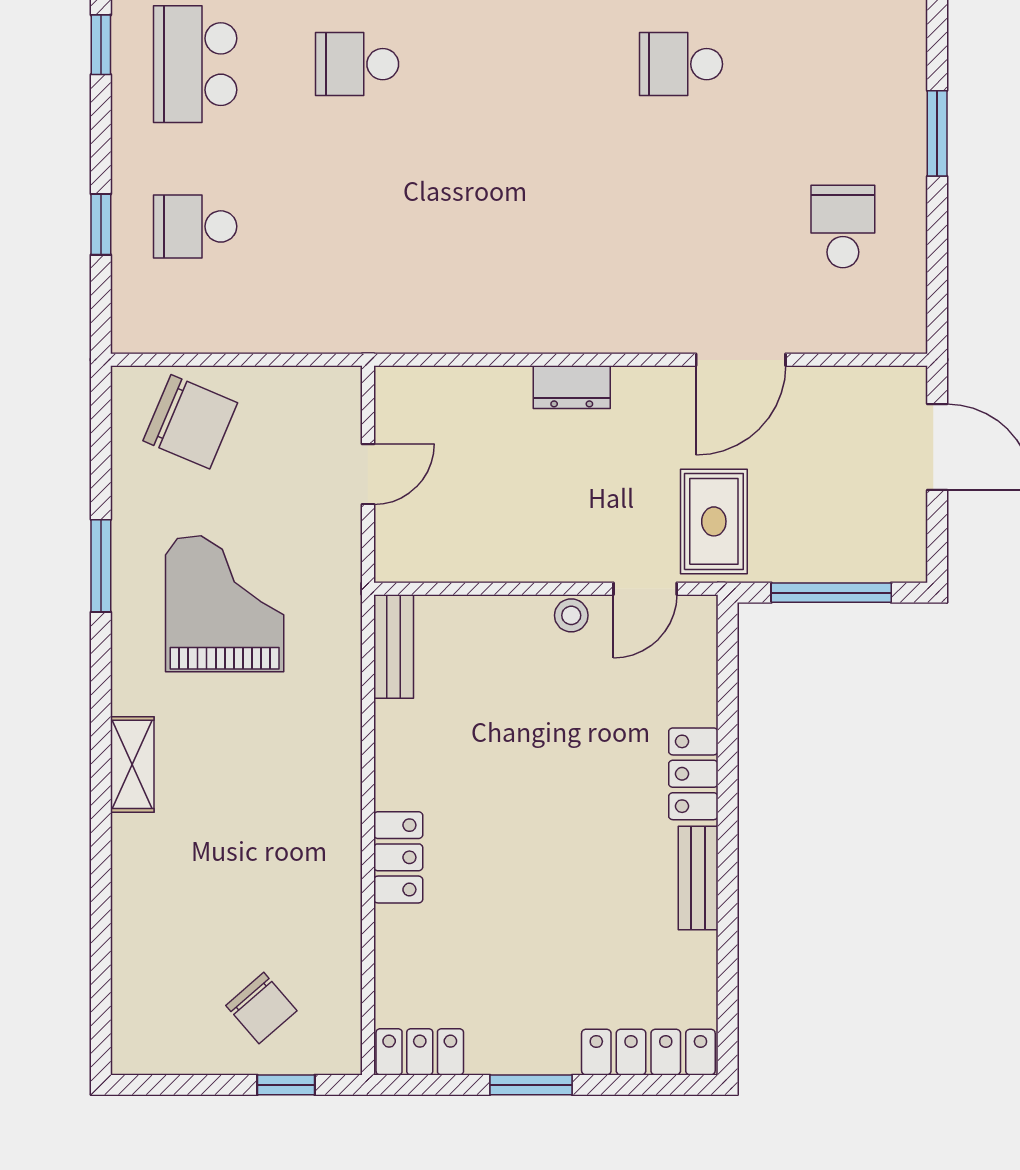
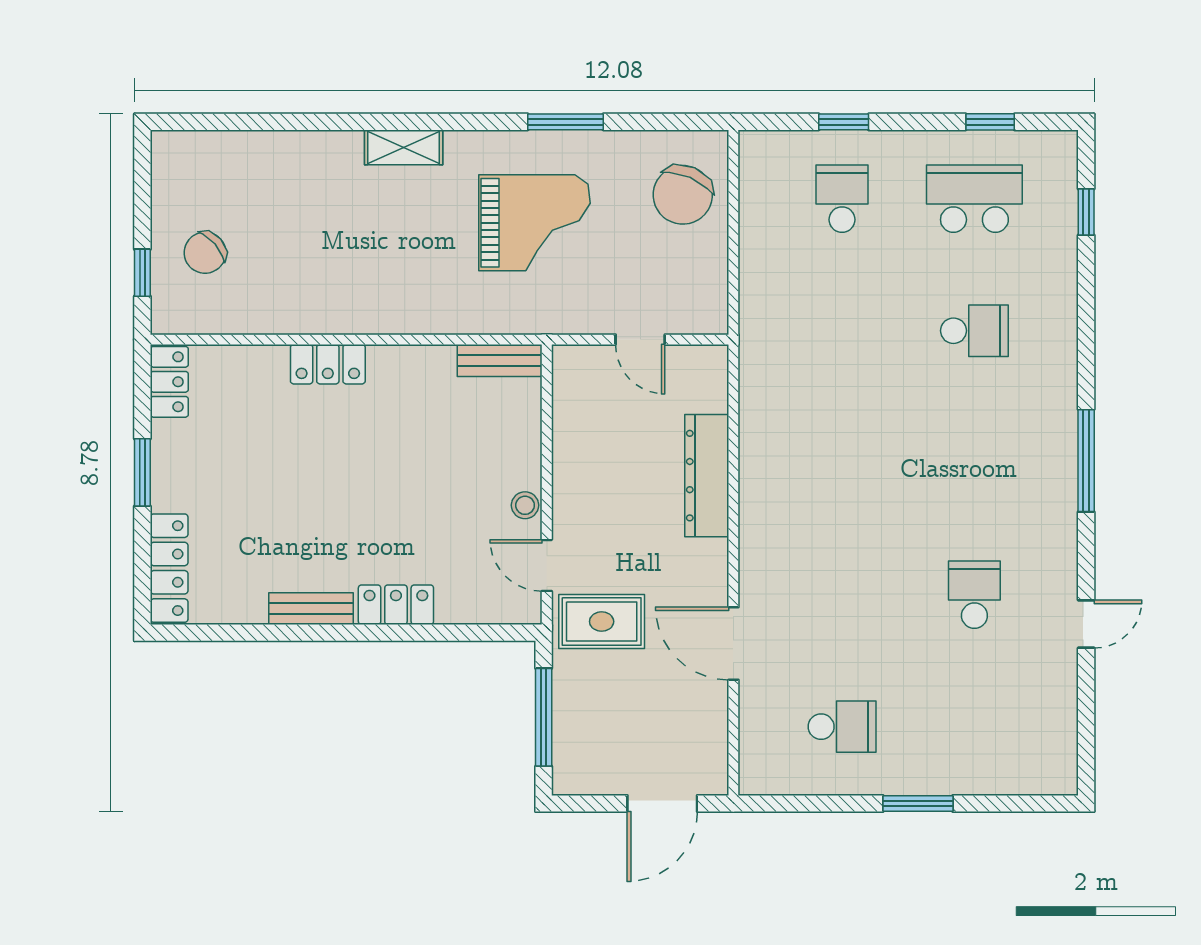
school desk: (357, 64) -> (974, 331), turned 90
dresser: (572, 387) -> (707, 476), width x1.96, depth x1.24

